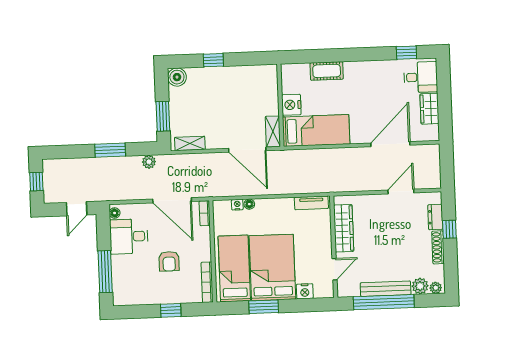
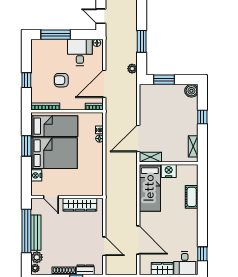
shelving: (190, 143) -> (193, 146), moved
tv unit: (311, 203) -> (99, 182), removed

